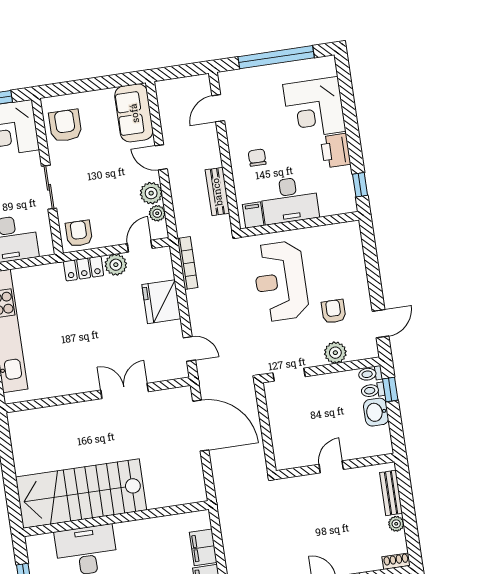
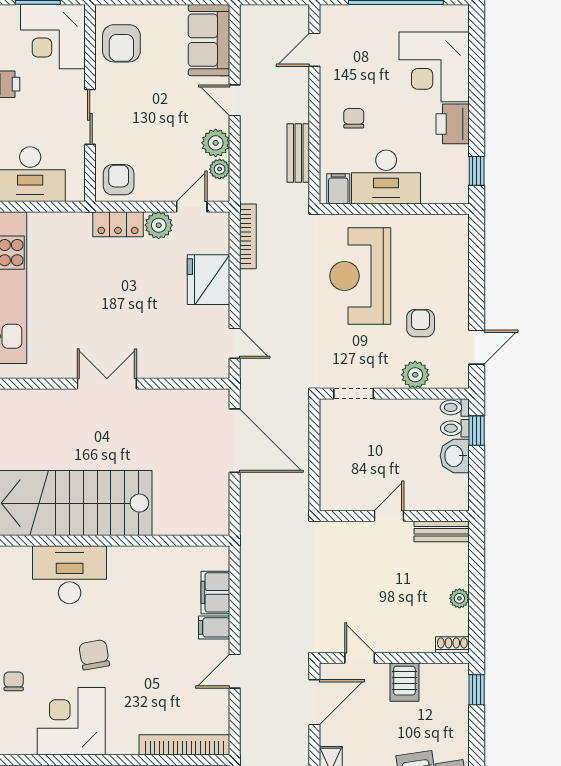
armchair: (65, 126) -> (121, 43), turned 180
double door: (125, 391) -> (107, 384), moved
bench: (391, 493) -> (442, 531), moved, turned 90

